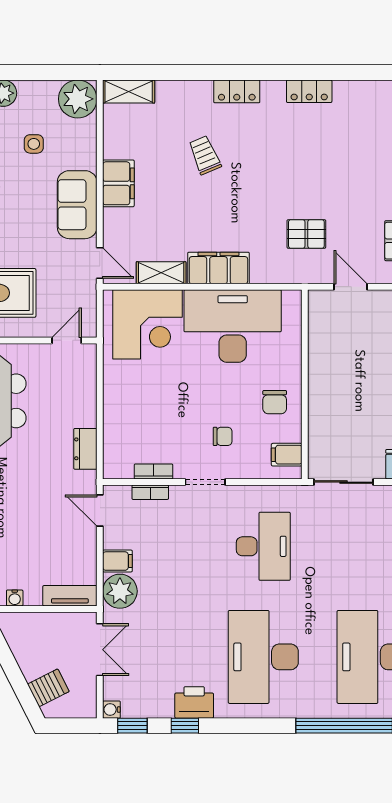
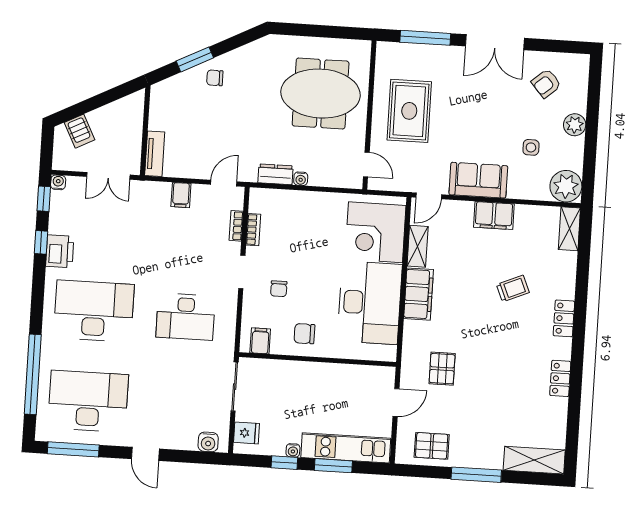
plant: (120, 591) -> (156, 196), removed
water cooler: (15, 598) -> (301, 179), moved, turned -90

